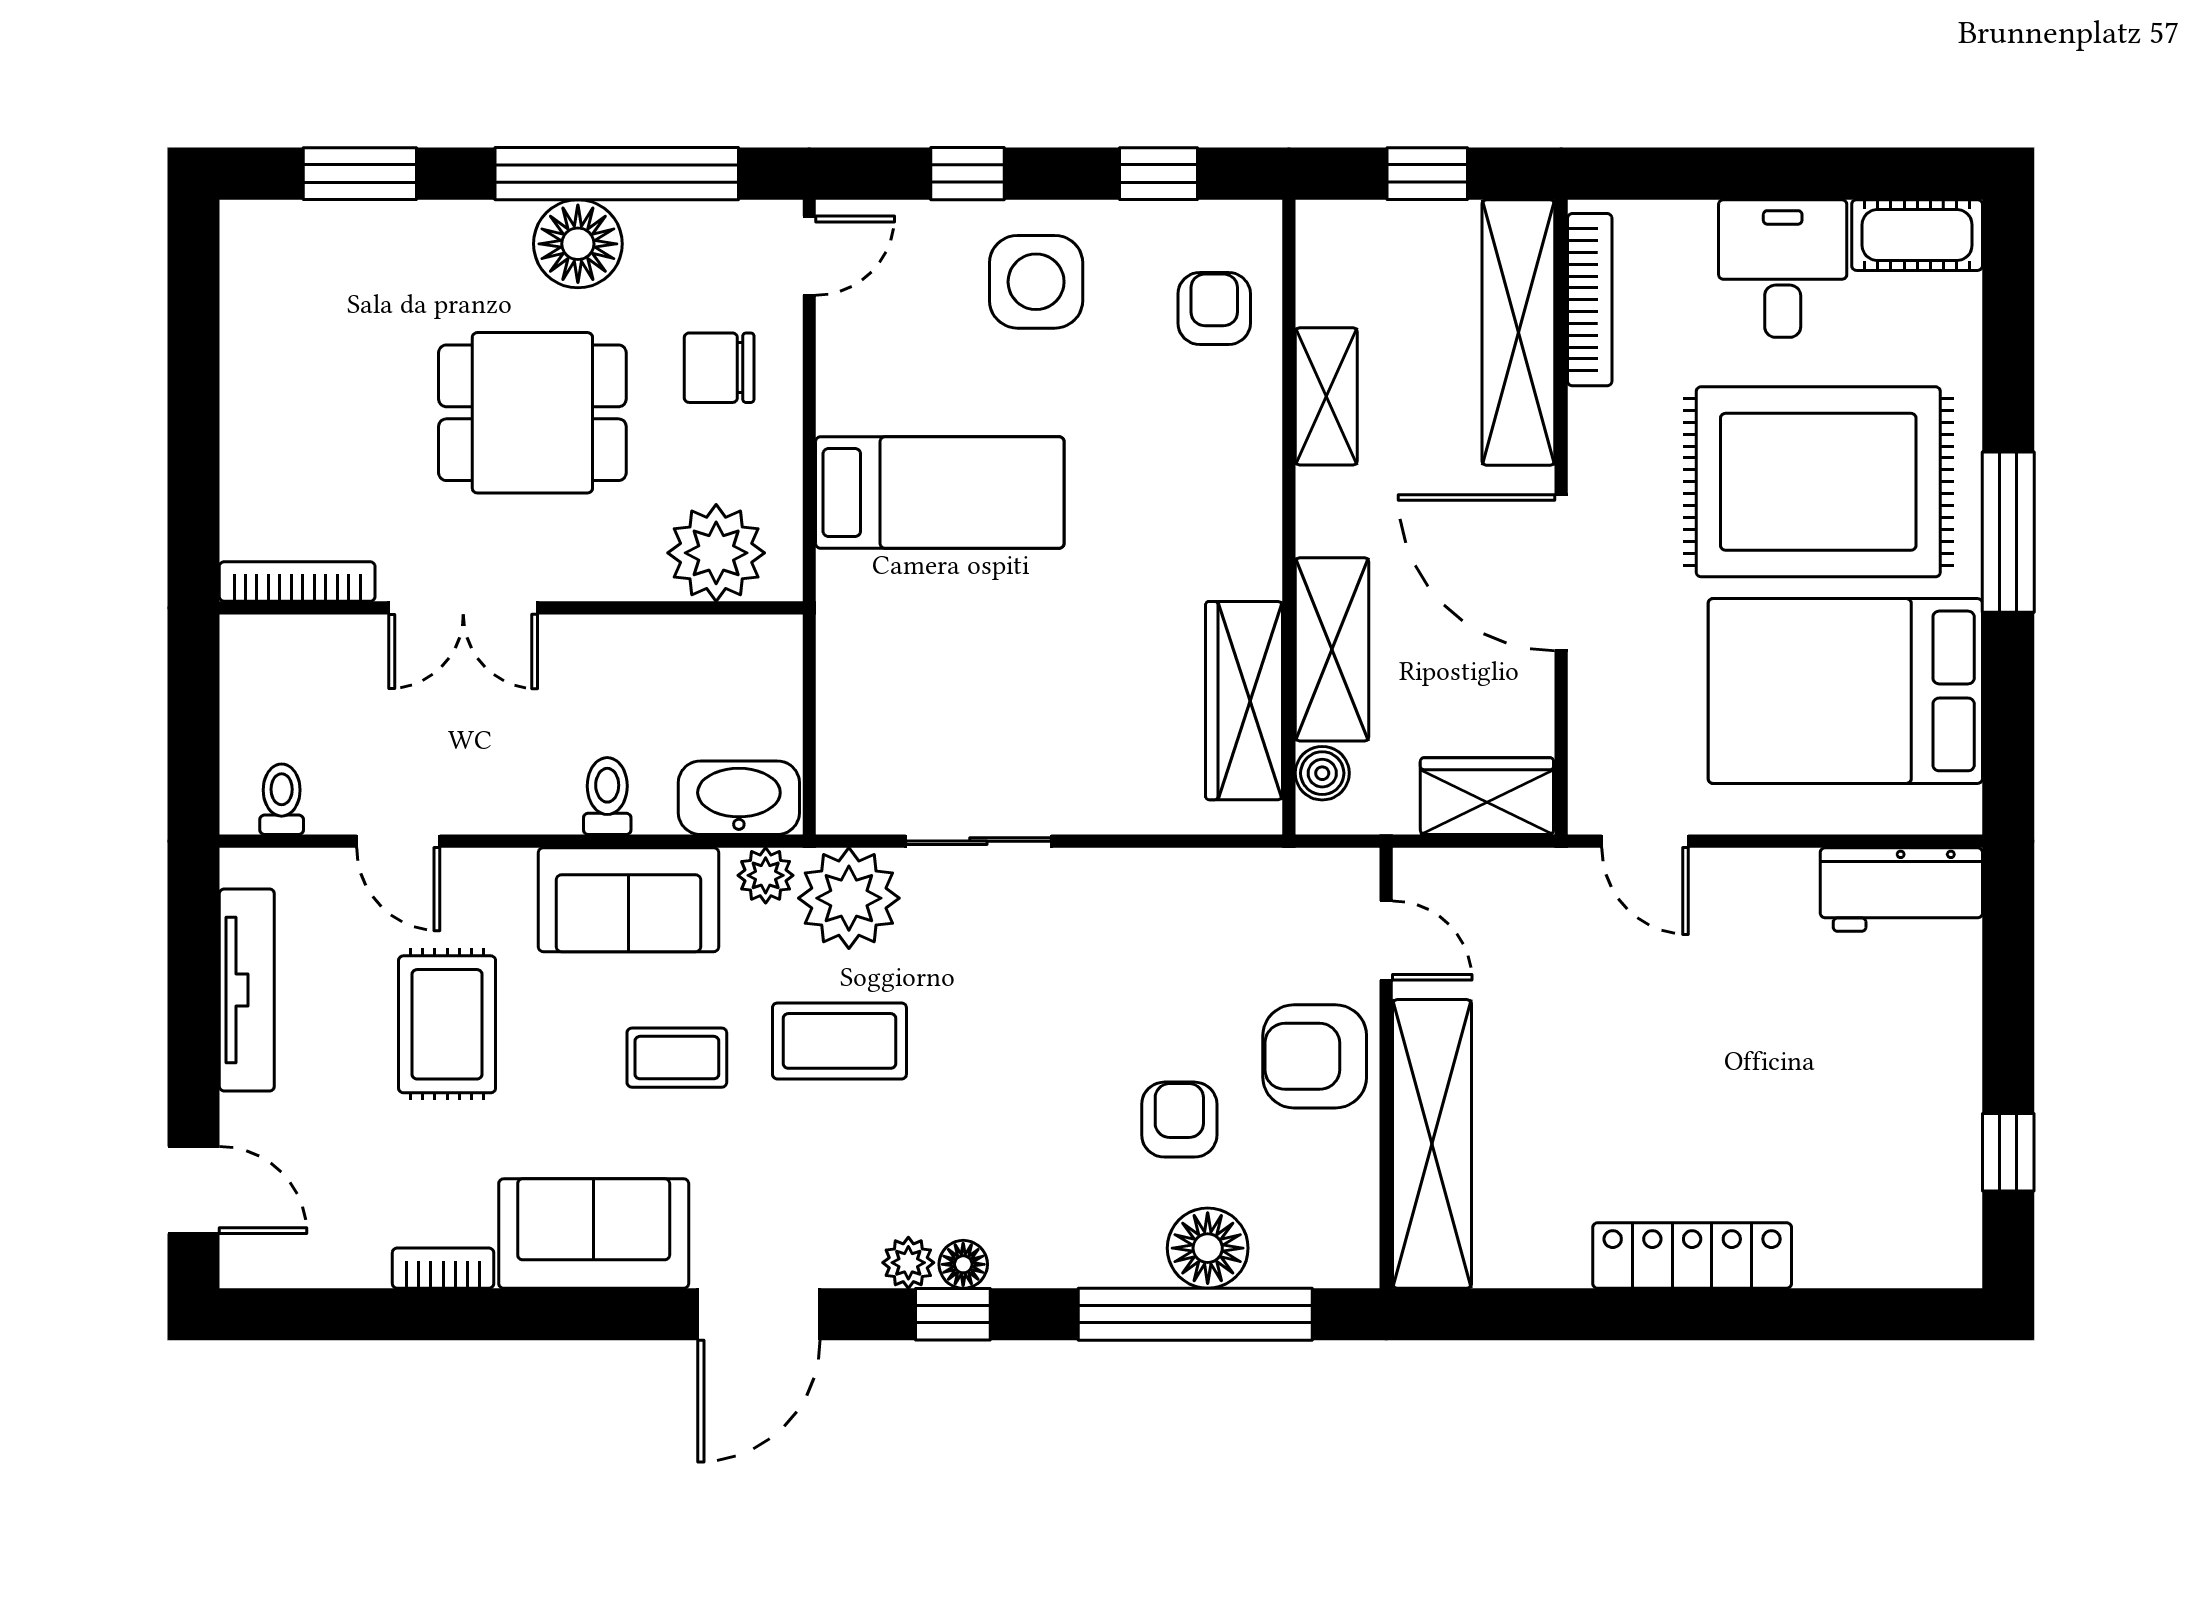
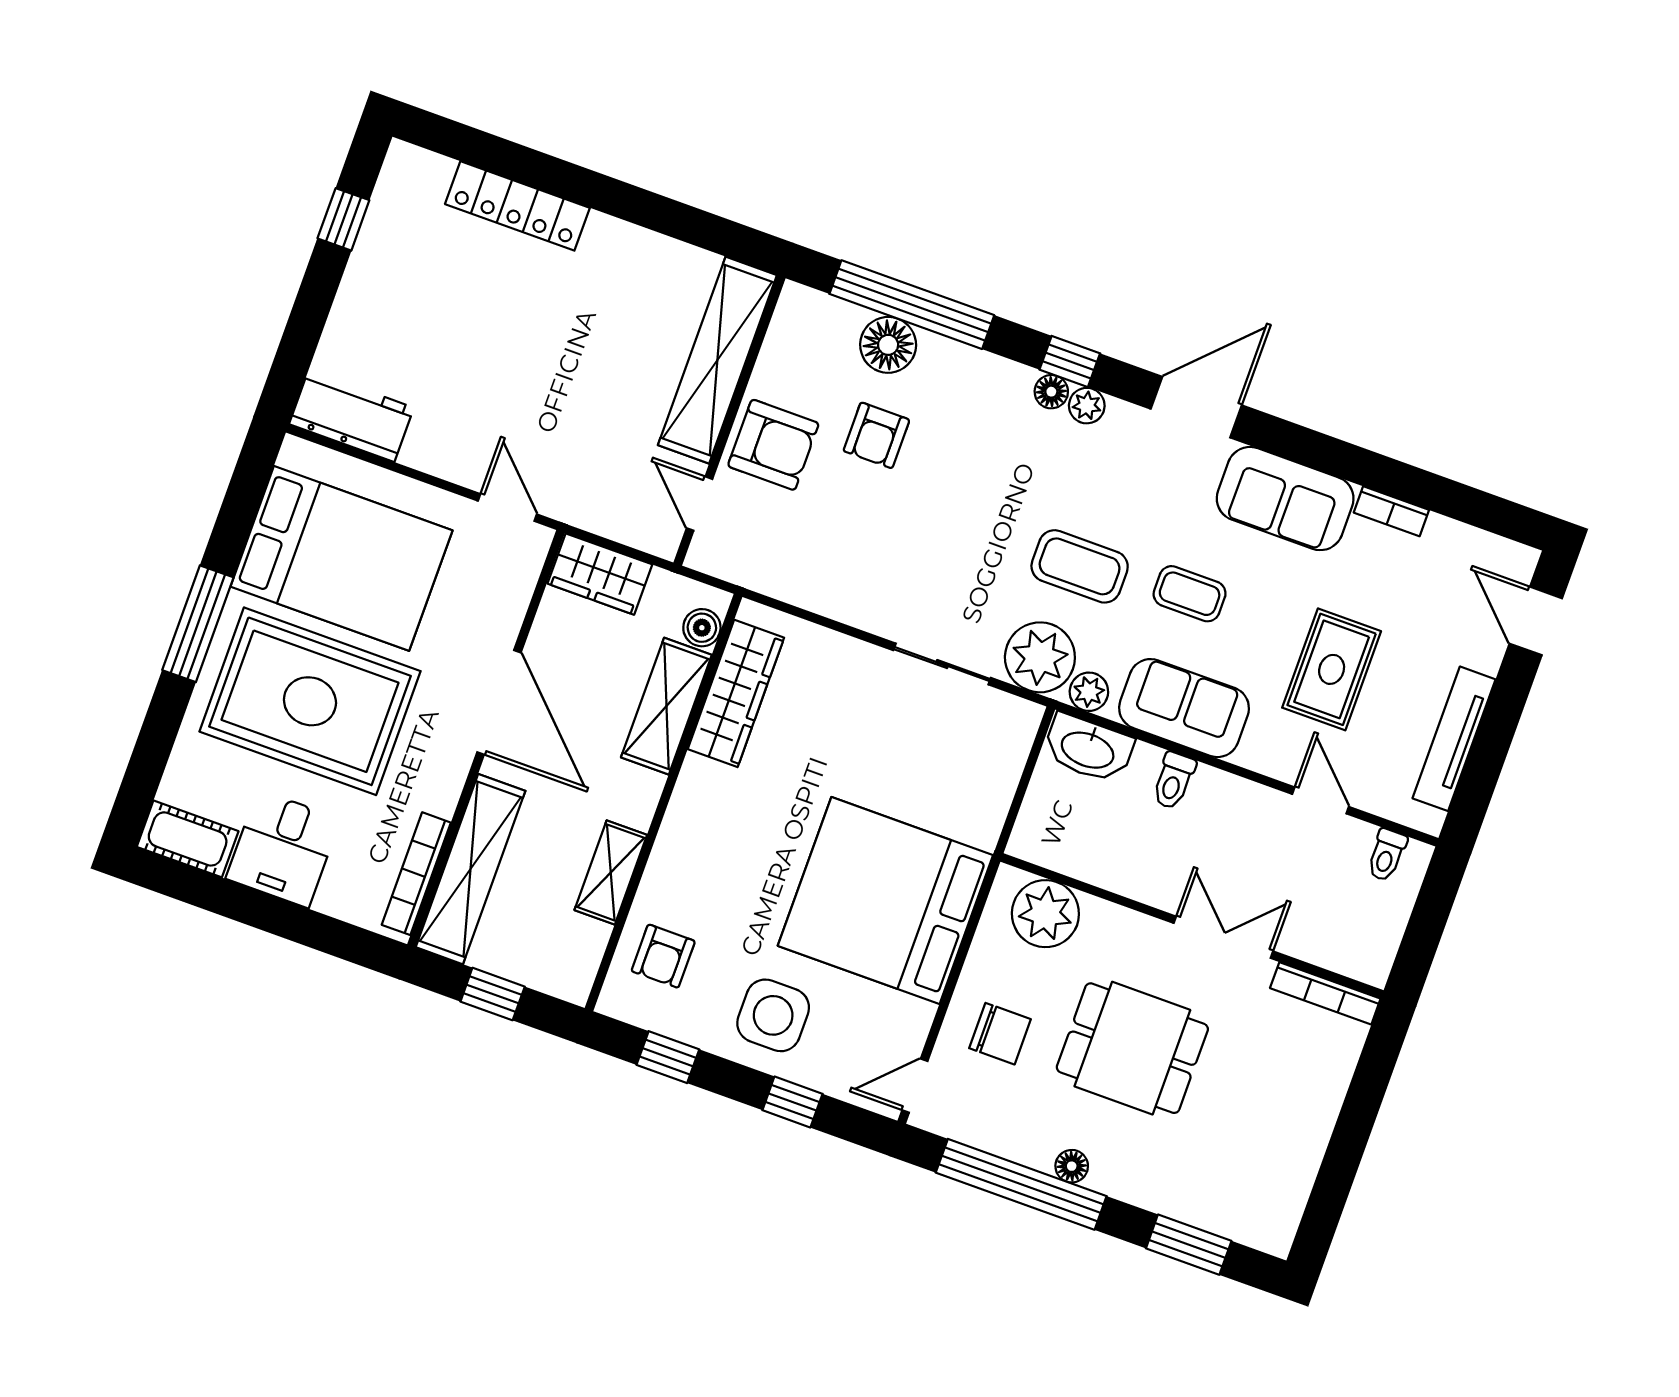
floor lamp: (578, 244) -> (1072, 1166), width x0.53, depth x0.53
bed: (940, 492) -> (885, 901), width x2.04
locker: (1692, 1256) -> (517, 206), moved

